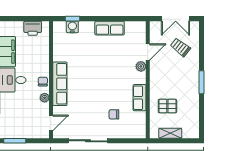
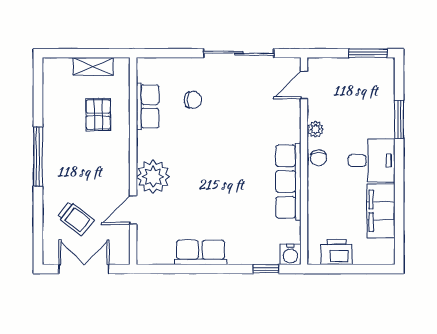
water cooler: (72, 27) -> (290, 254), moved
plant: (141, 66) -> (153, 177), width x1.87, depth x1.87
window: (202, 82) -> (38, 156), width x1.44
row of seats: (60, 84) -> (288, 182), moved
row of seats: (140, 98) -> (148, 106), moved
pallet: (167, 106) -> (98, 115), turned 90

